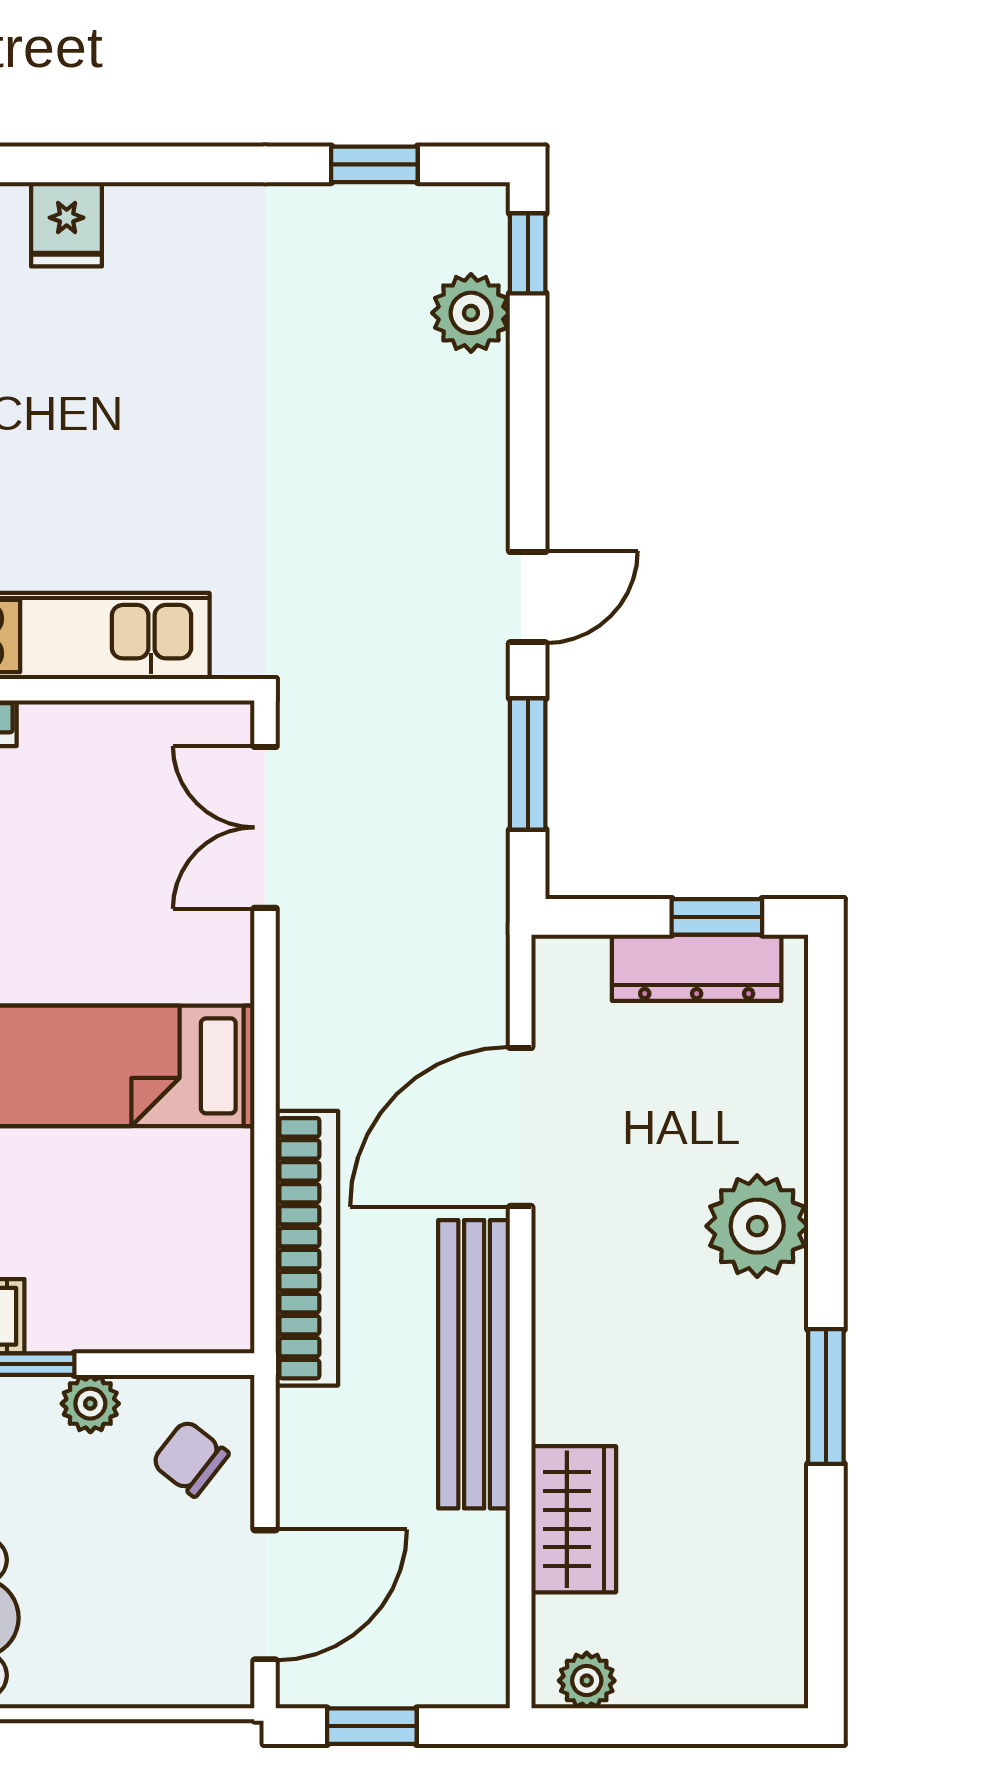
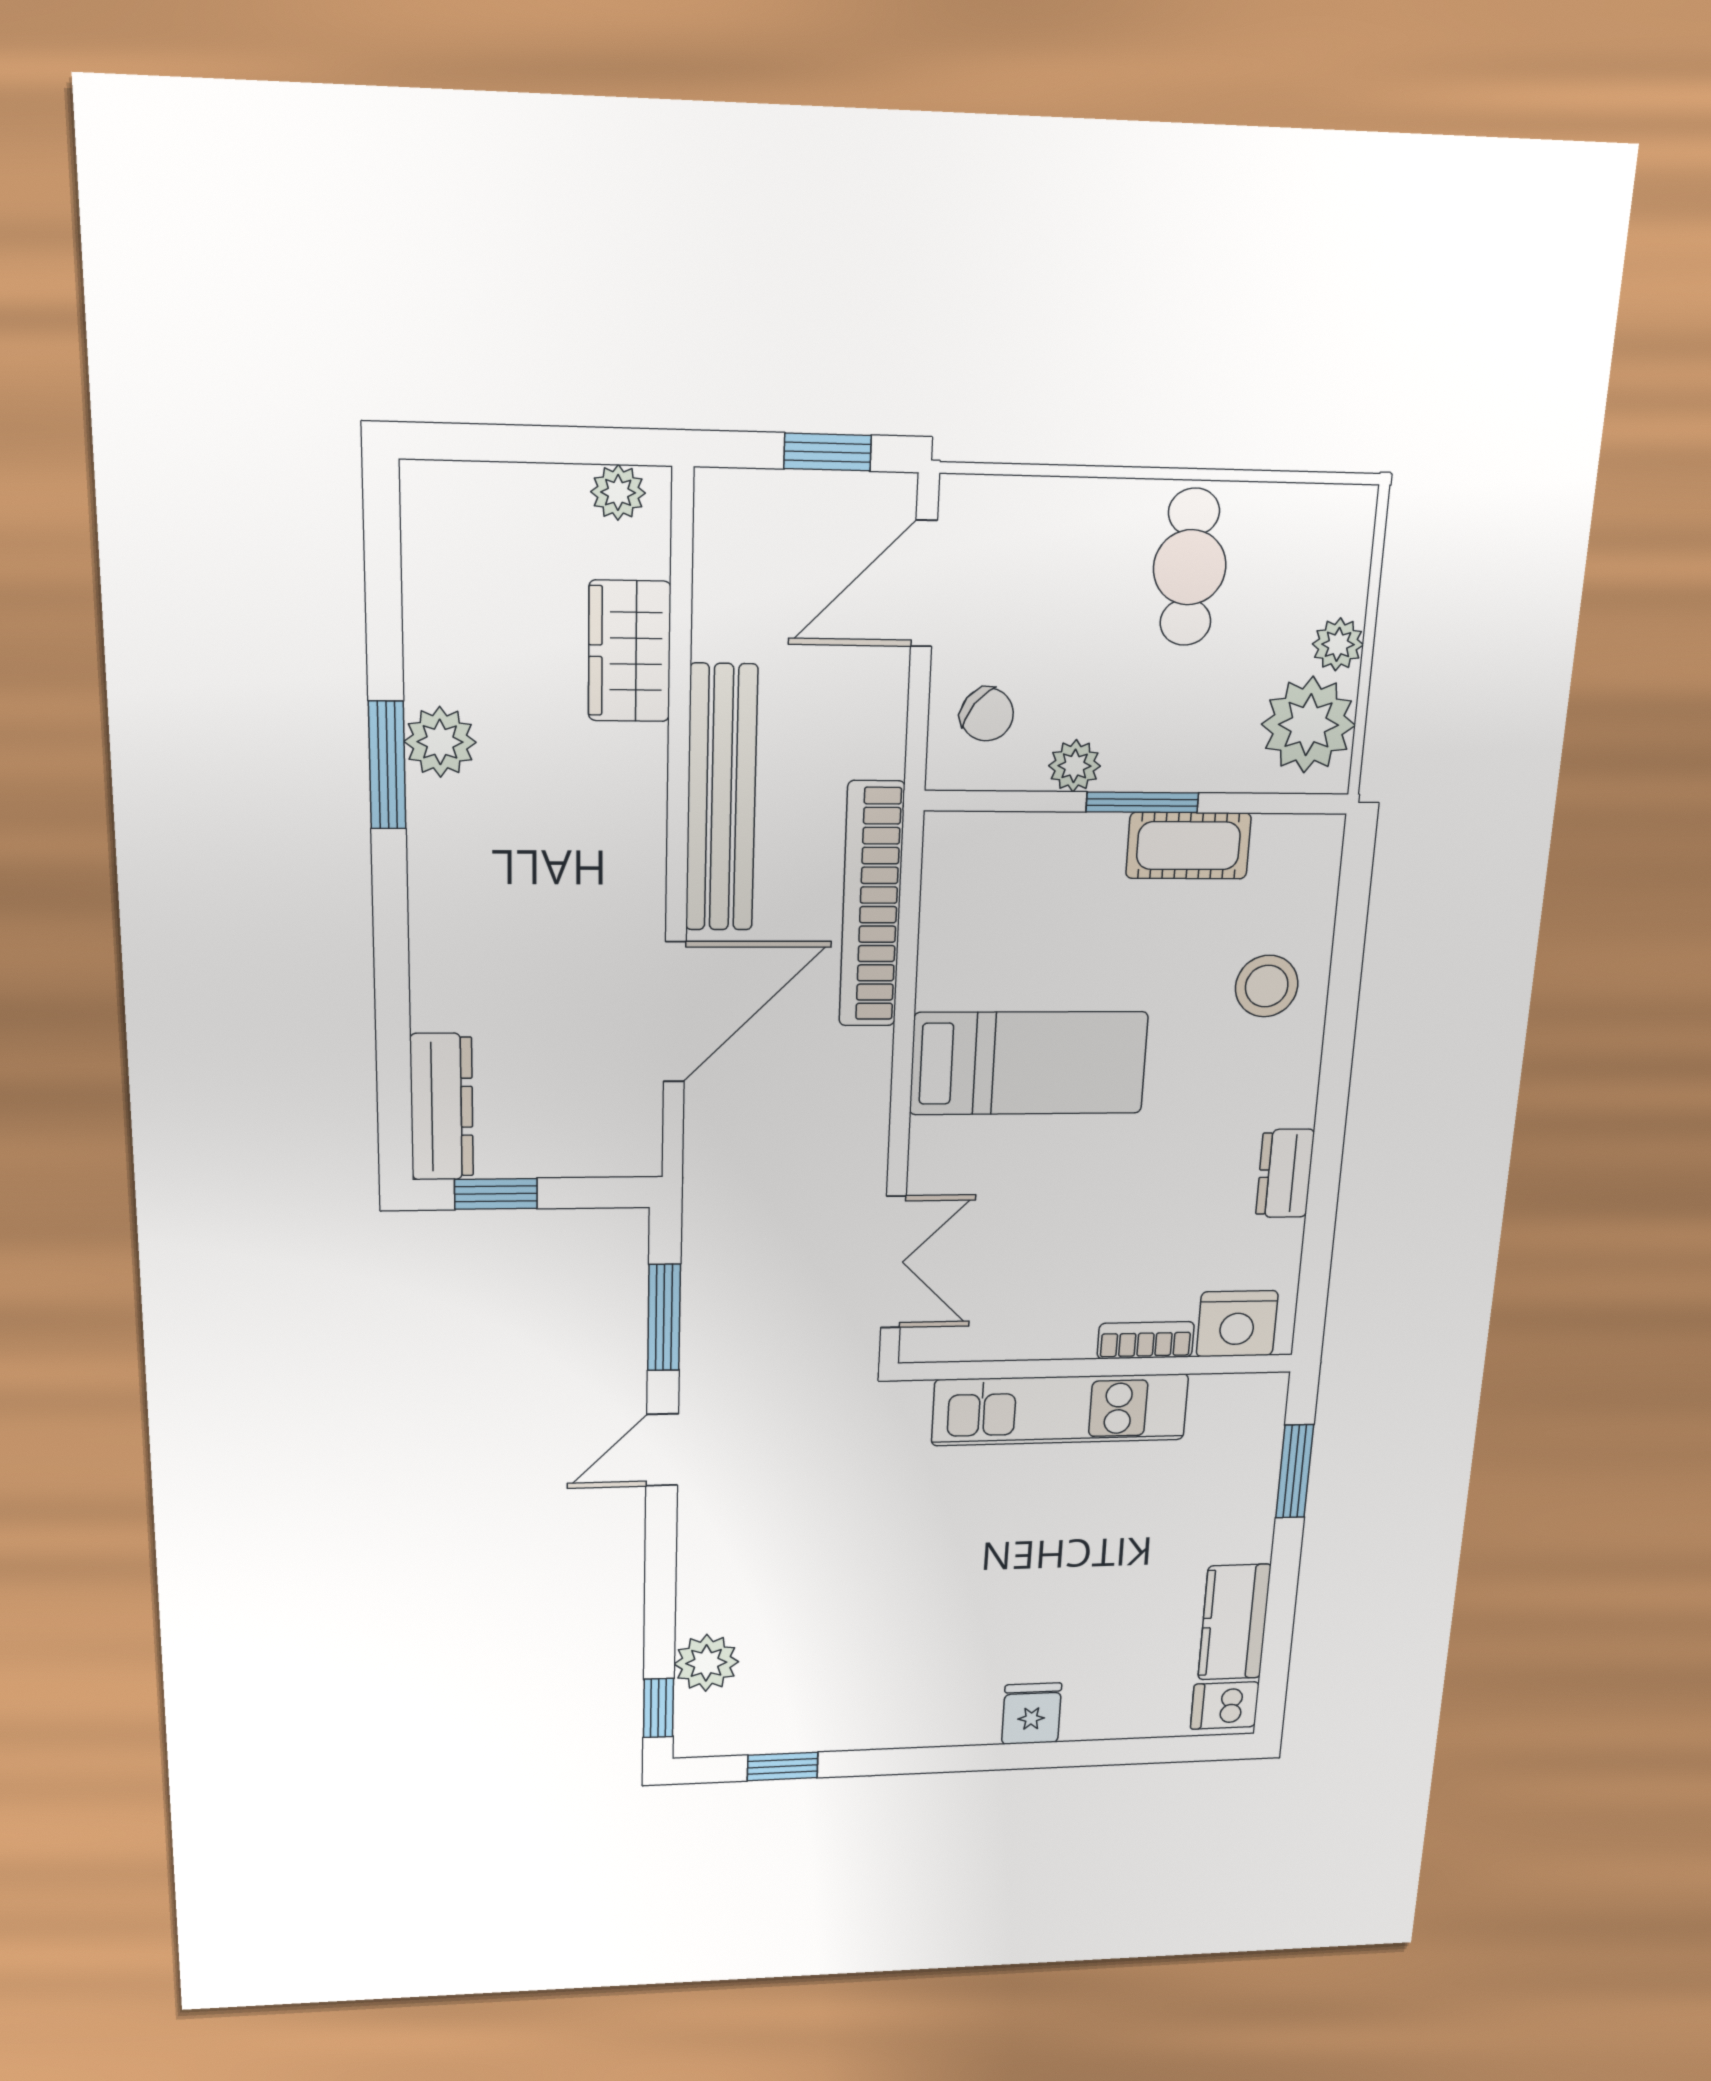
dresser: (697, 968) -> (442, 1107), moved, turned 90
plant: (757, 1226) -> (440, 742), moved, width x0.73, depth x0.73

